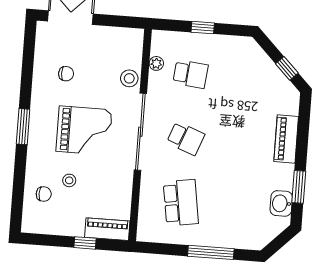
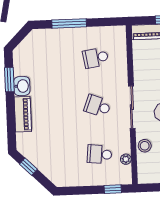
window: (203, 28) -> (113, 189), moved
sliding door: (140, 132) -> (132, 107), width x0.73
school desk: (181, 203) -> (96, 58), width x0.54
washbasin: (281, 203) -> (22, 86), moved

